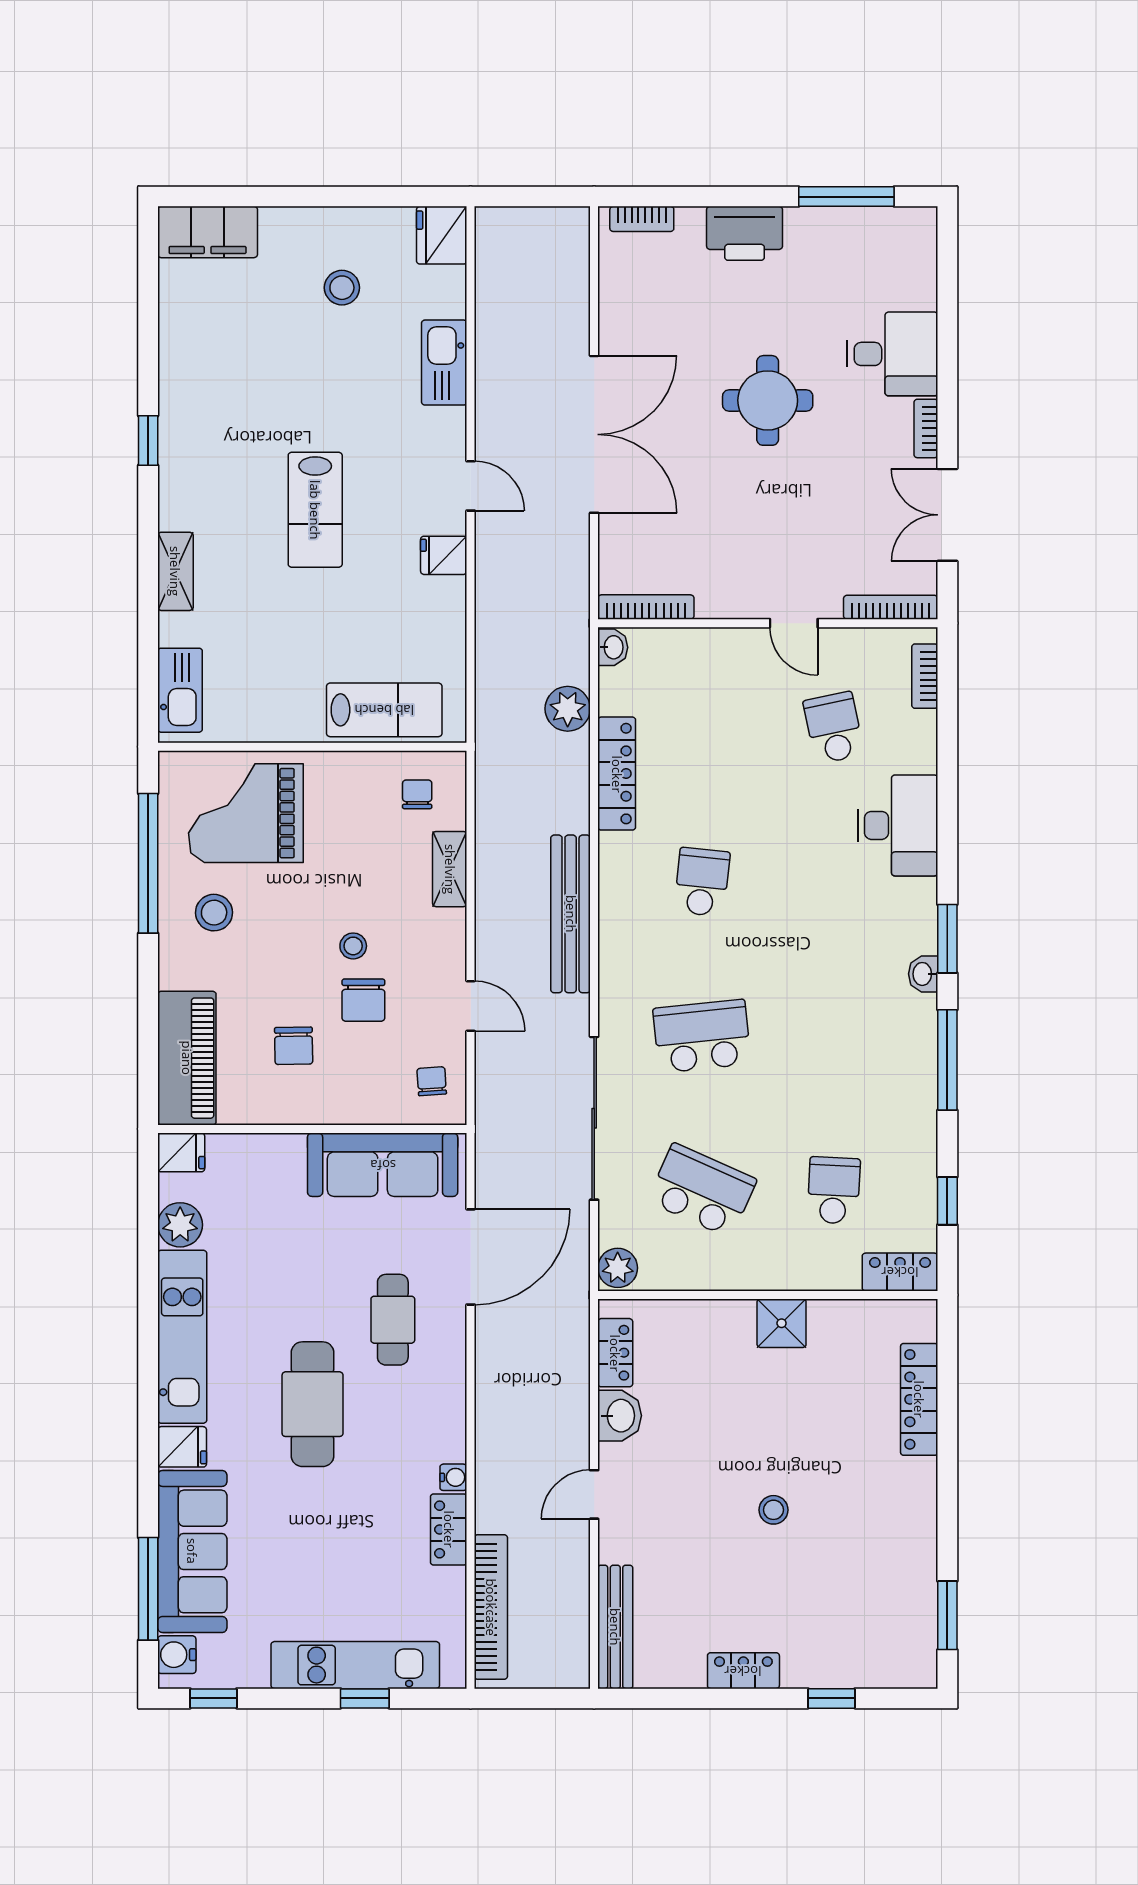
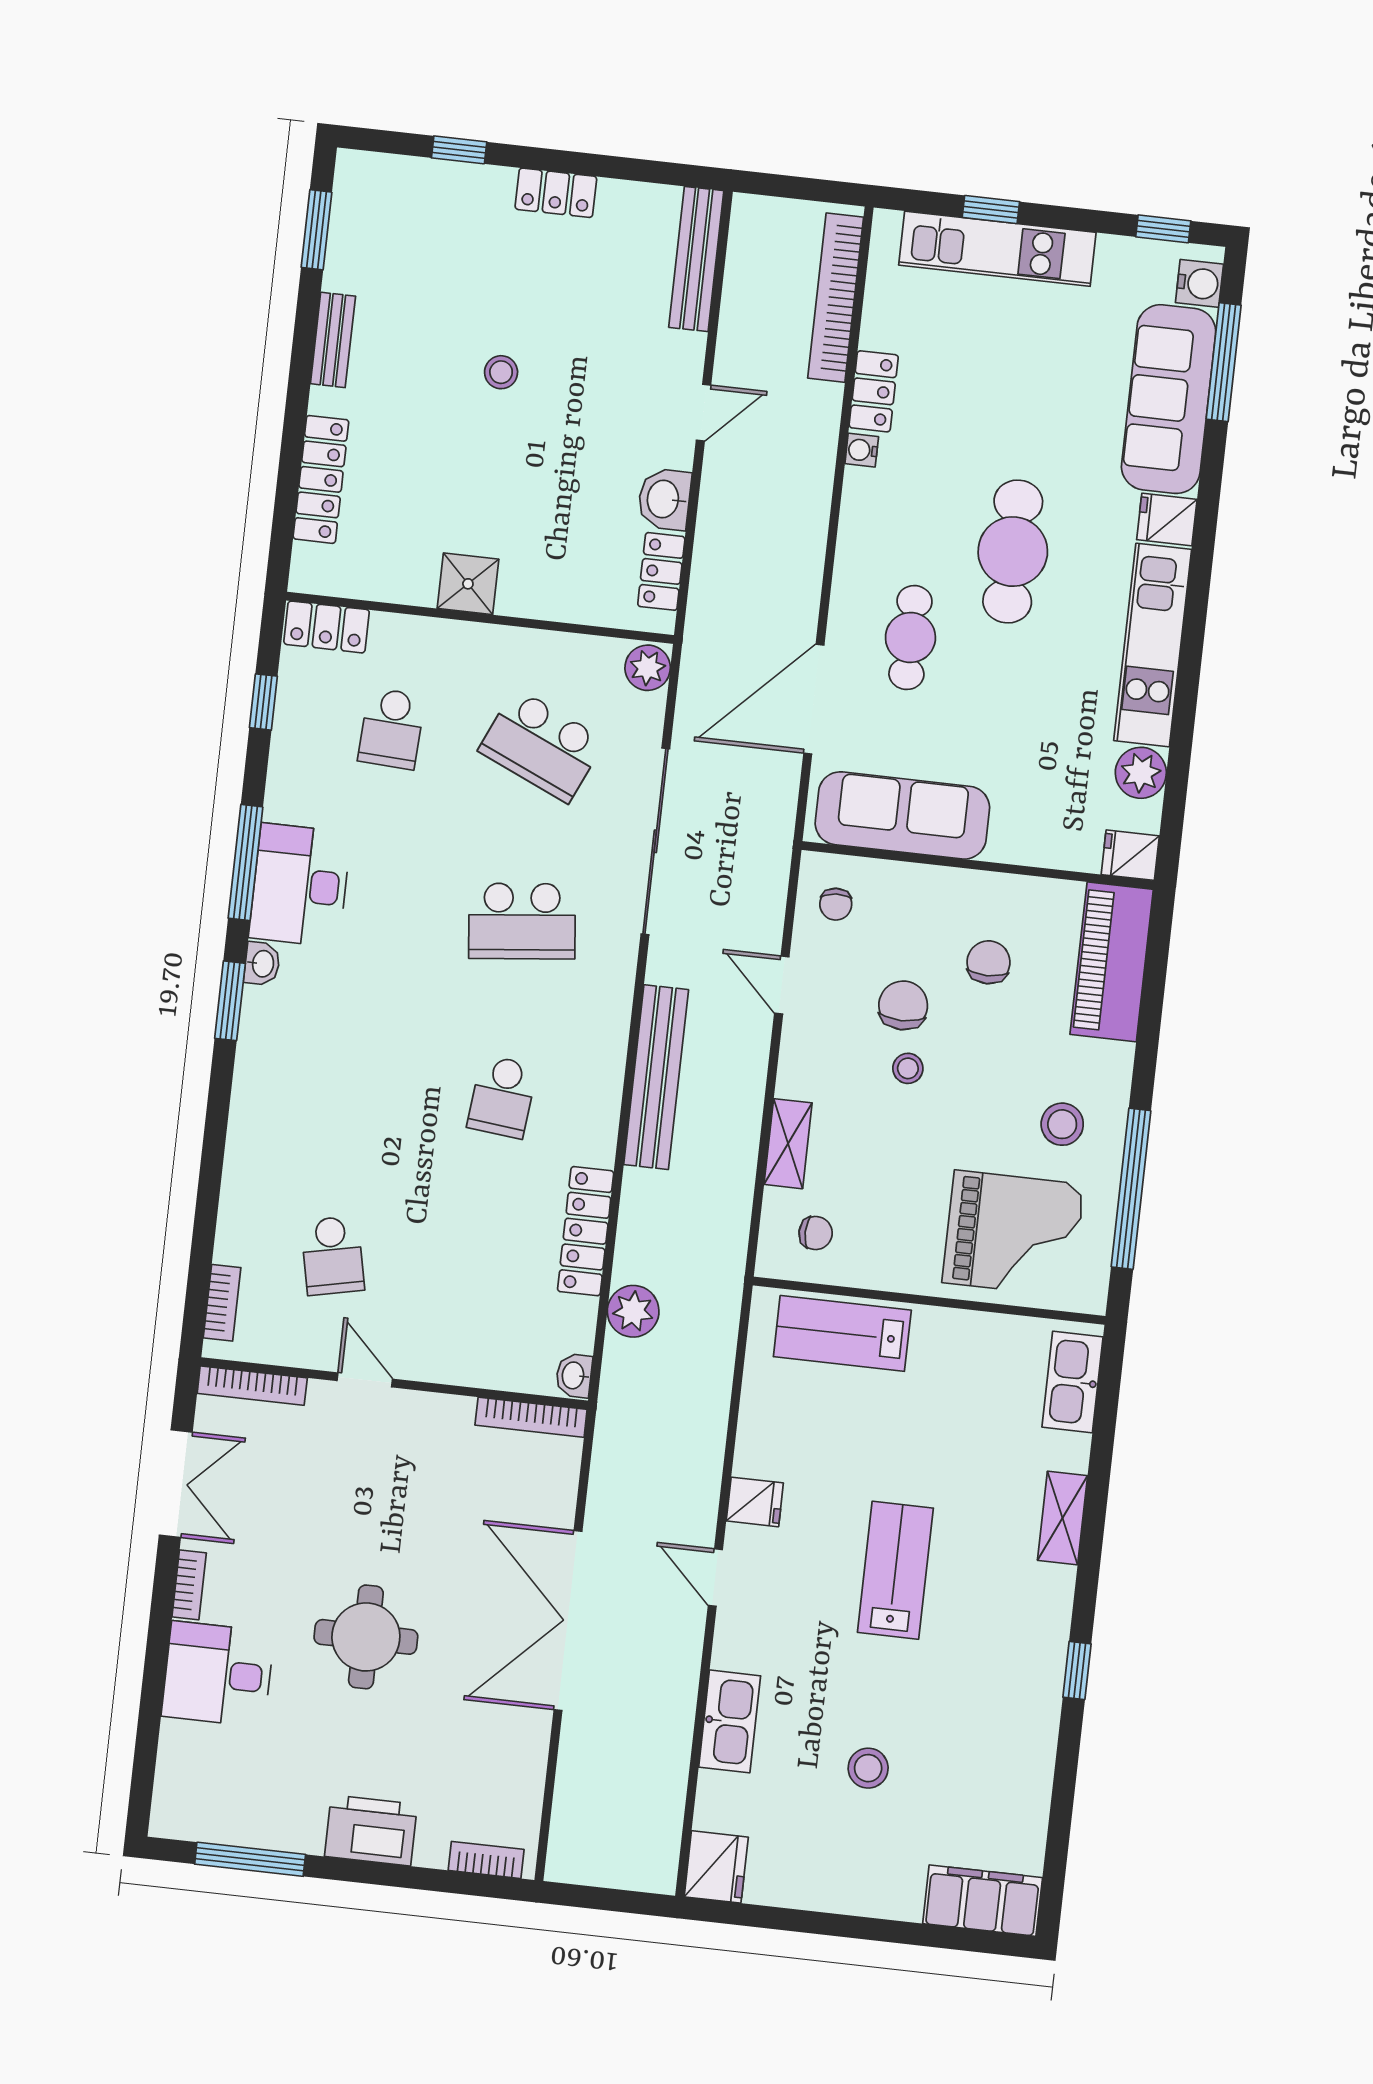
stool: (342, 288) -> (868, 1768), moved
chair: (417, 794) -> (816, 1233), turned -90
desk: (898, 825) -> (300, 885), moved
bench: (922, 1521) -> (333, 340), added

